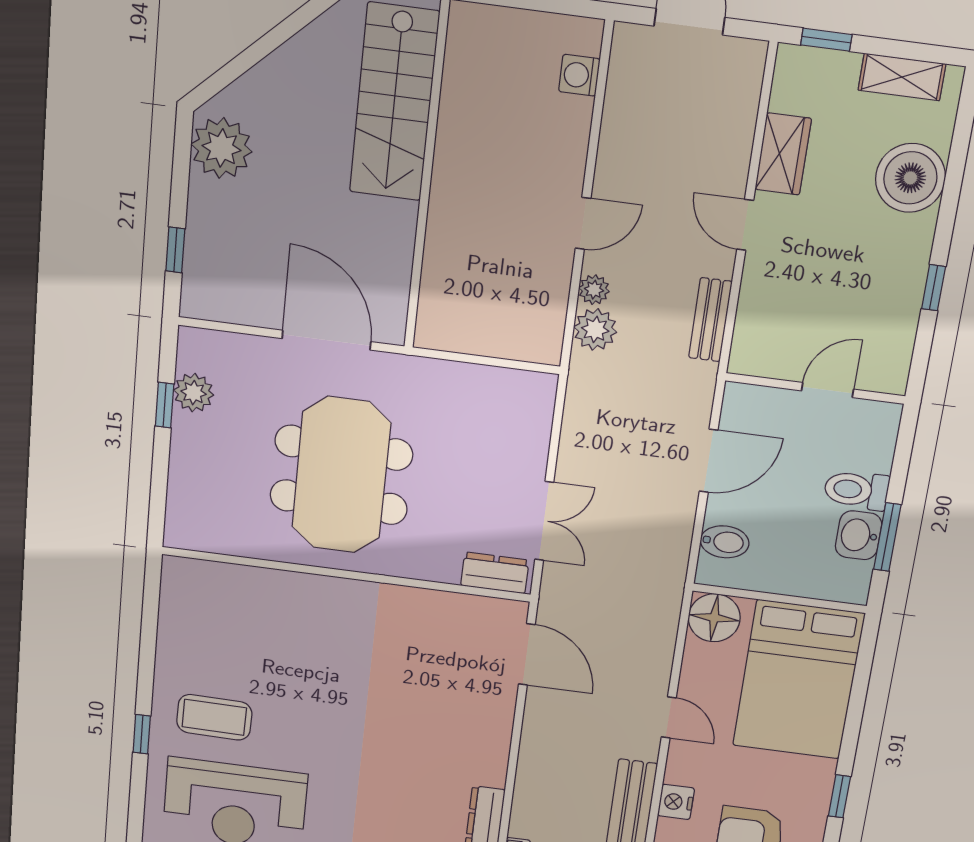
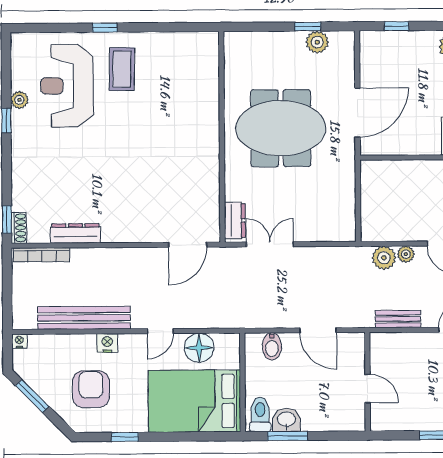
toilet: (856, 490) -> (260, 414), moved
double door: (544, 521) -> (270, 244), swing flipped
floor lamp: (714, 618) -> (199, 348), moved

